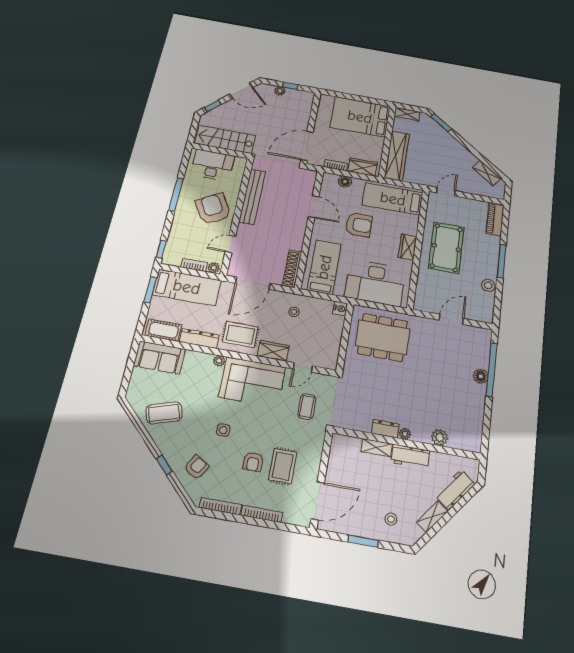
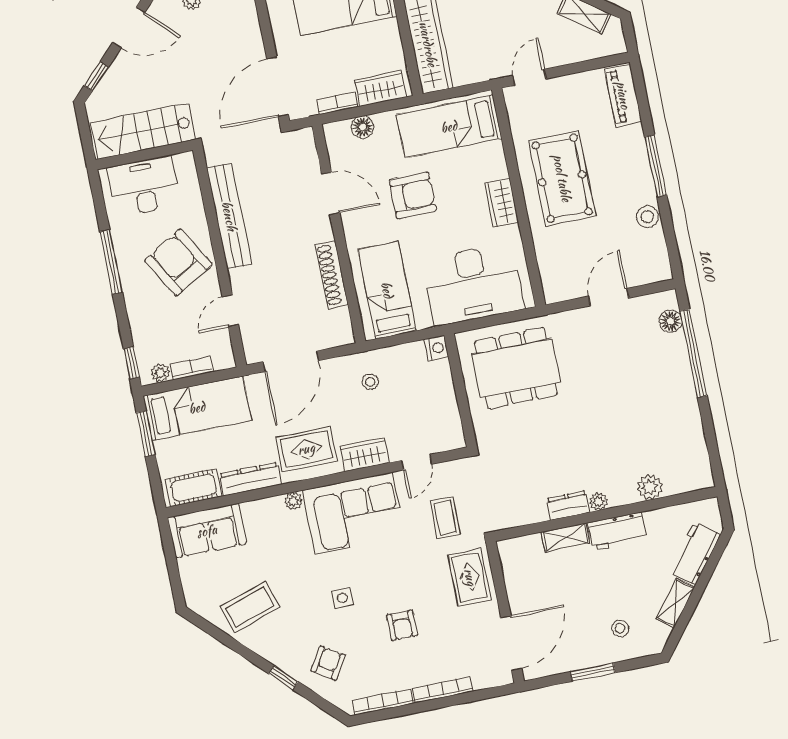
plant: (214, 268) -> (160, 373), moved
shoe rack: (292, 269) -> (332, 275), moved
floor lamp: (481, 376) -> (671, 321), moved
rug: (283, 466) -> (470, 577), moved

